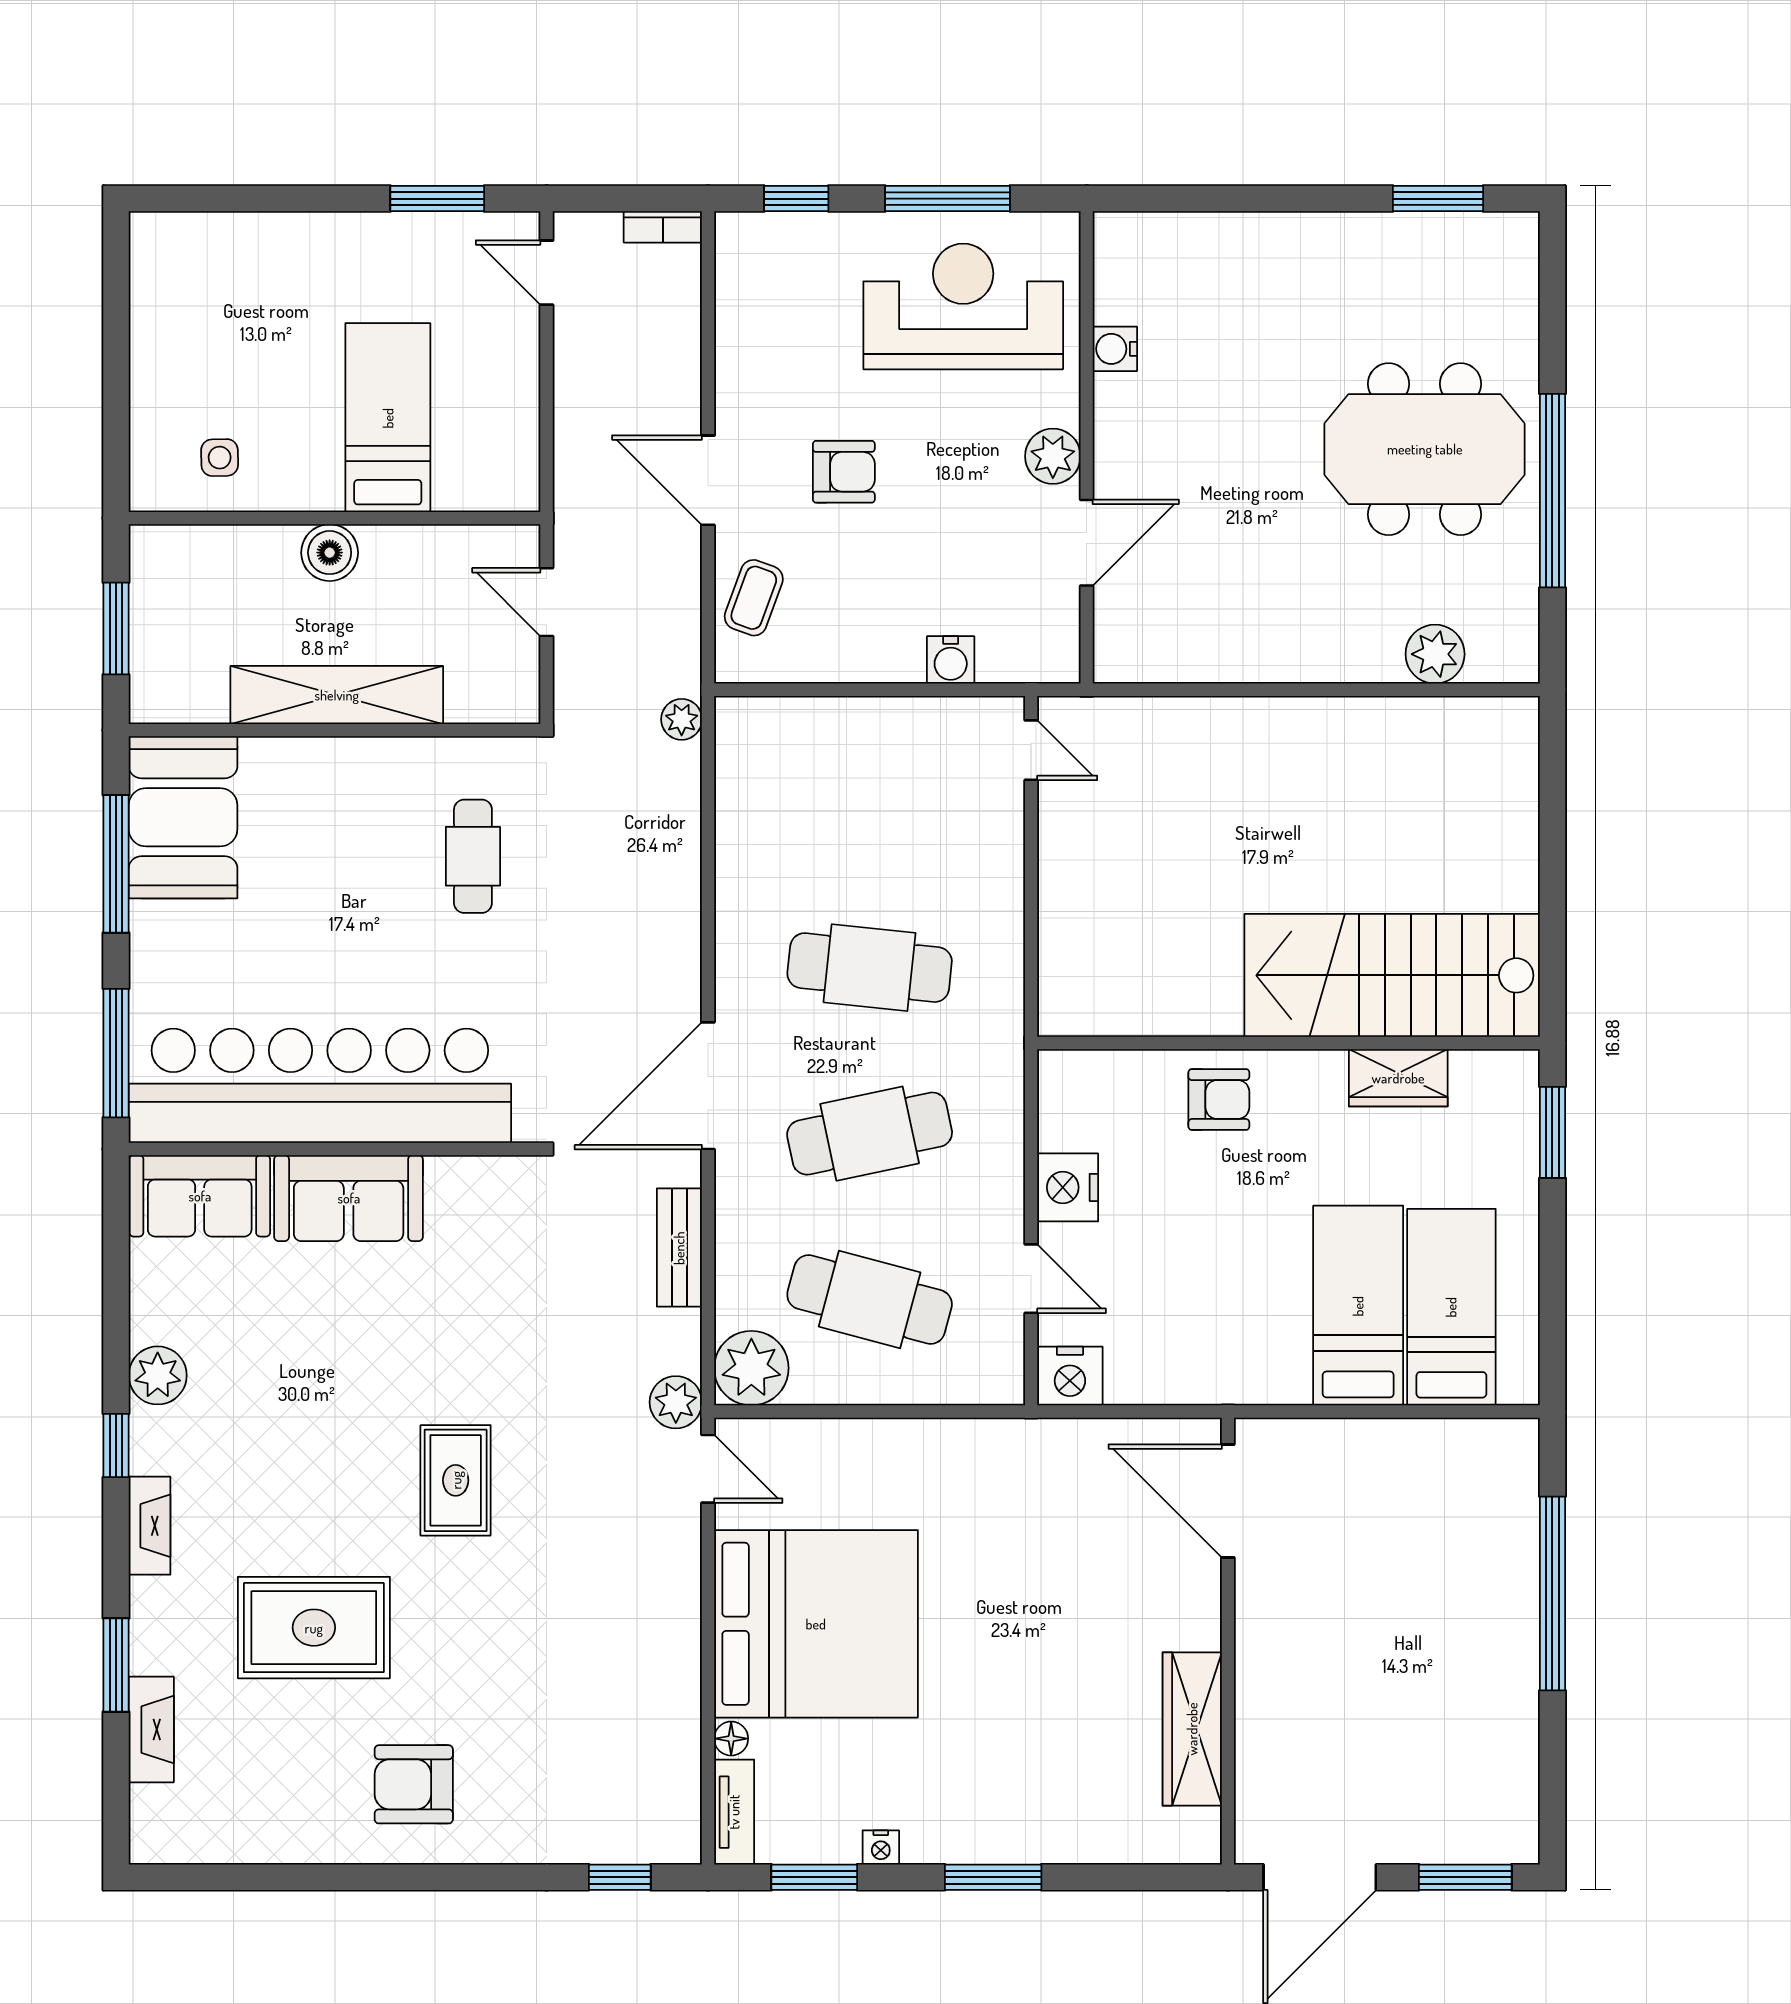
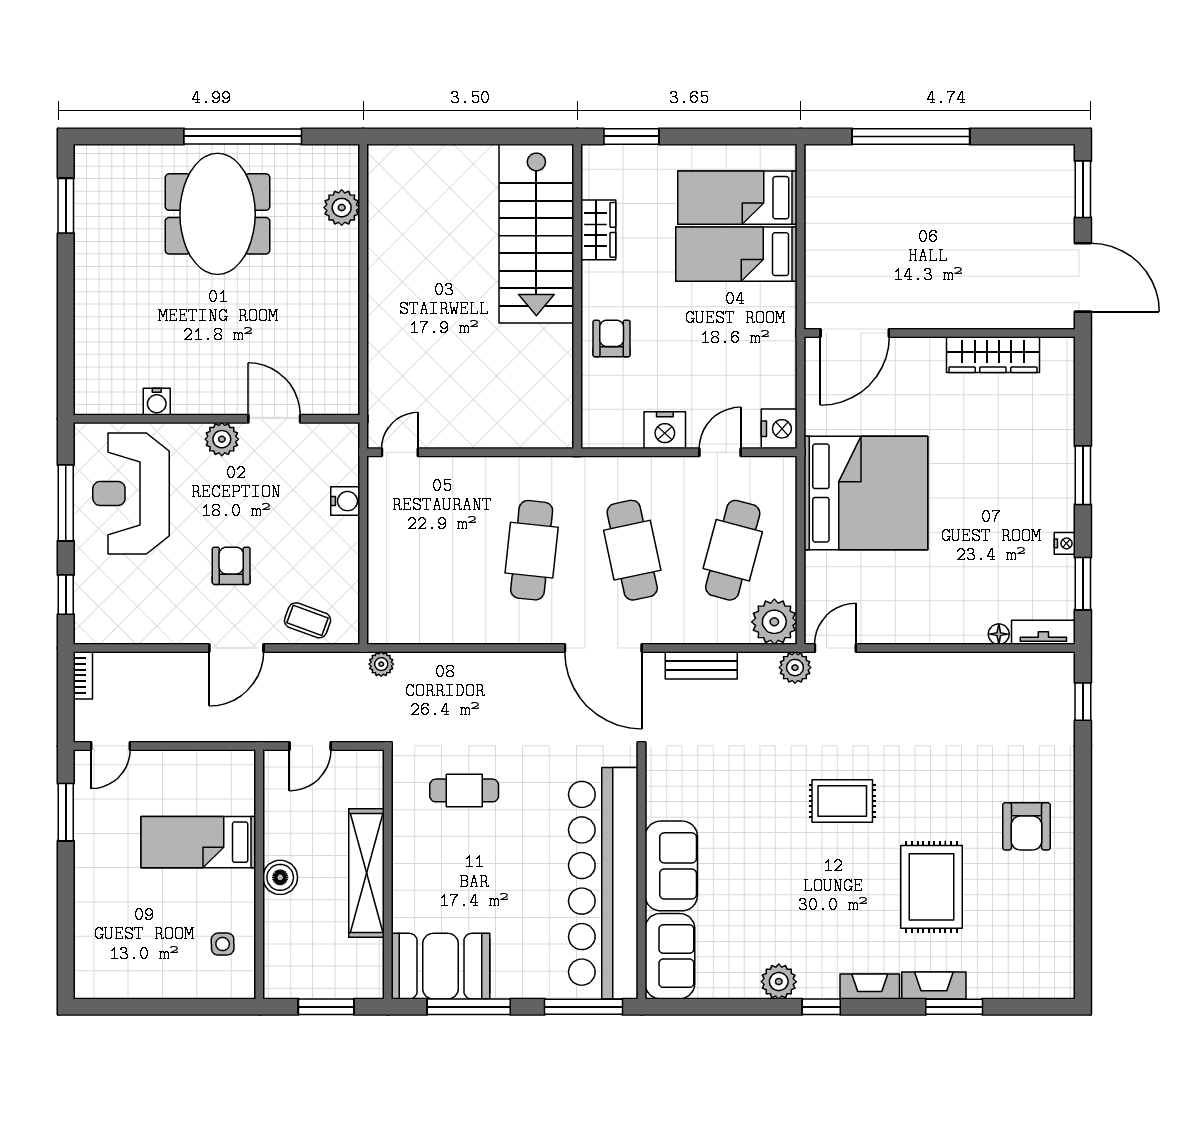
bed: (816, 1624) -> (866, 493), moved, turned 90
fireplace: (151, 1730) -> (934, 985), moved

